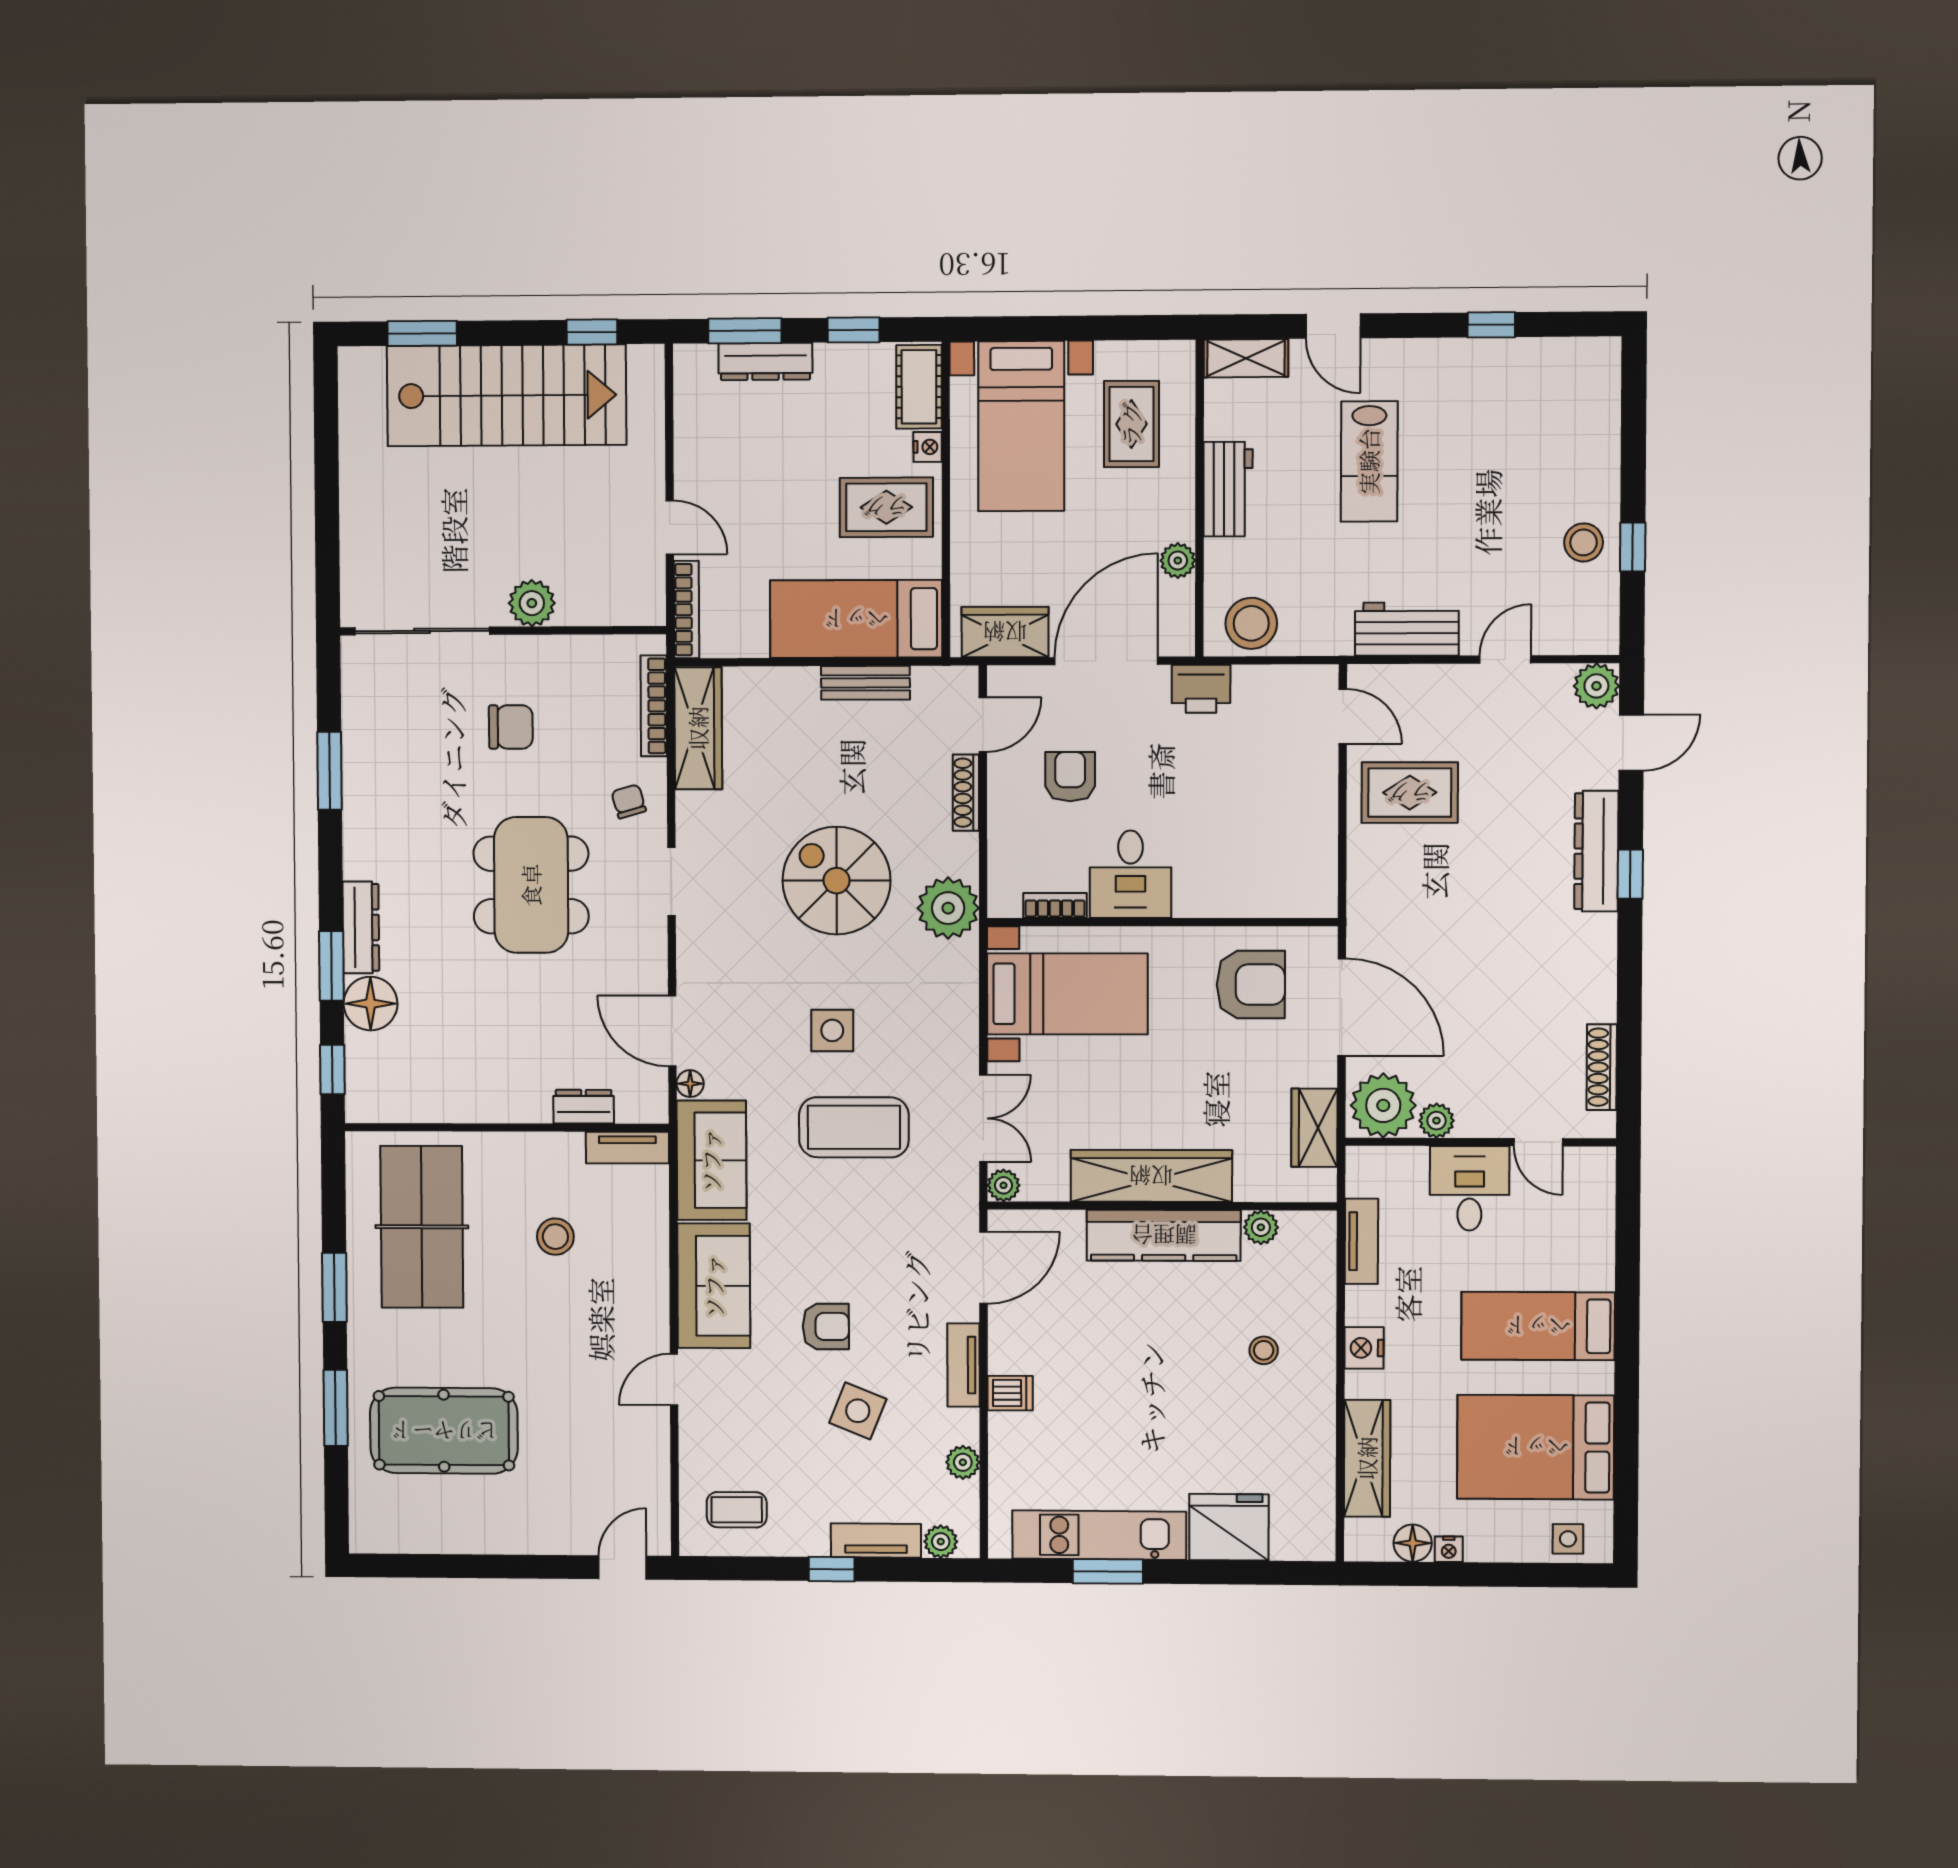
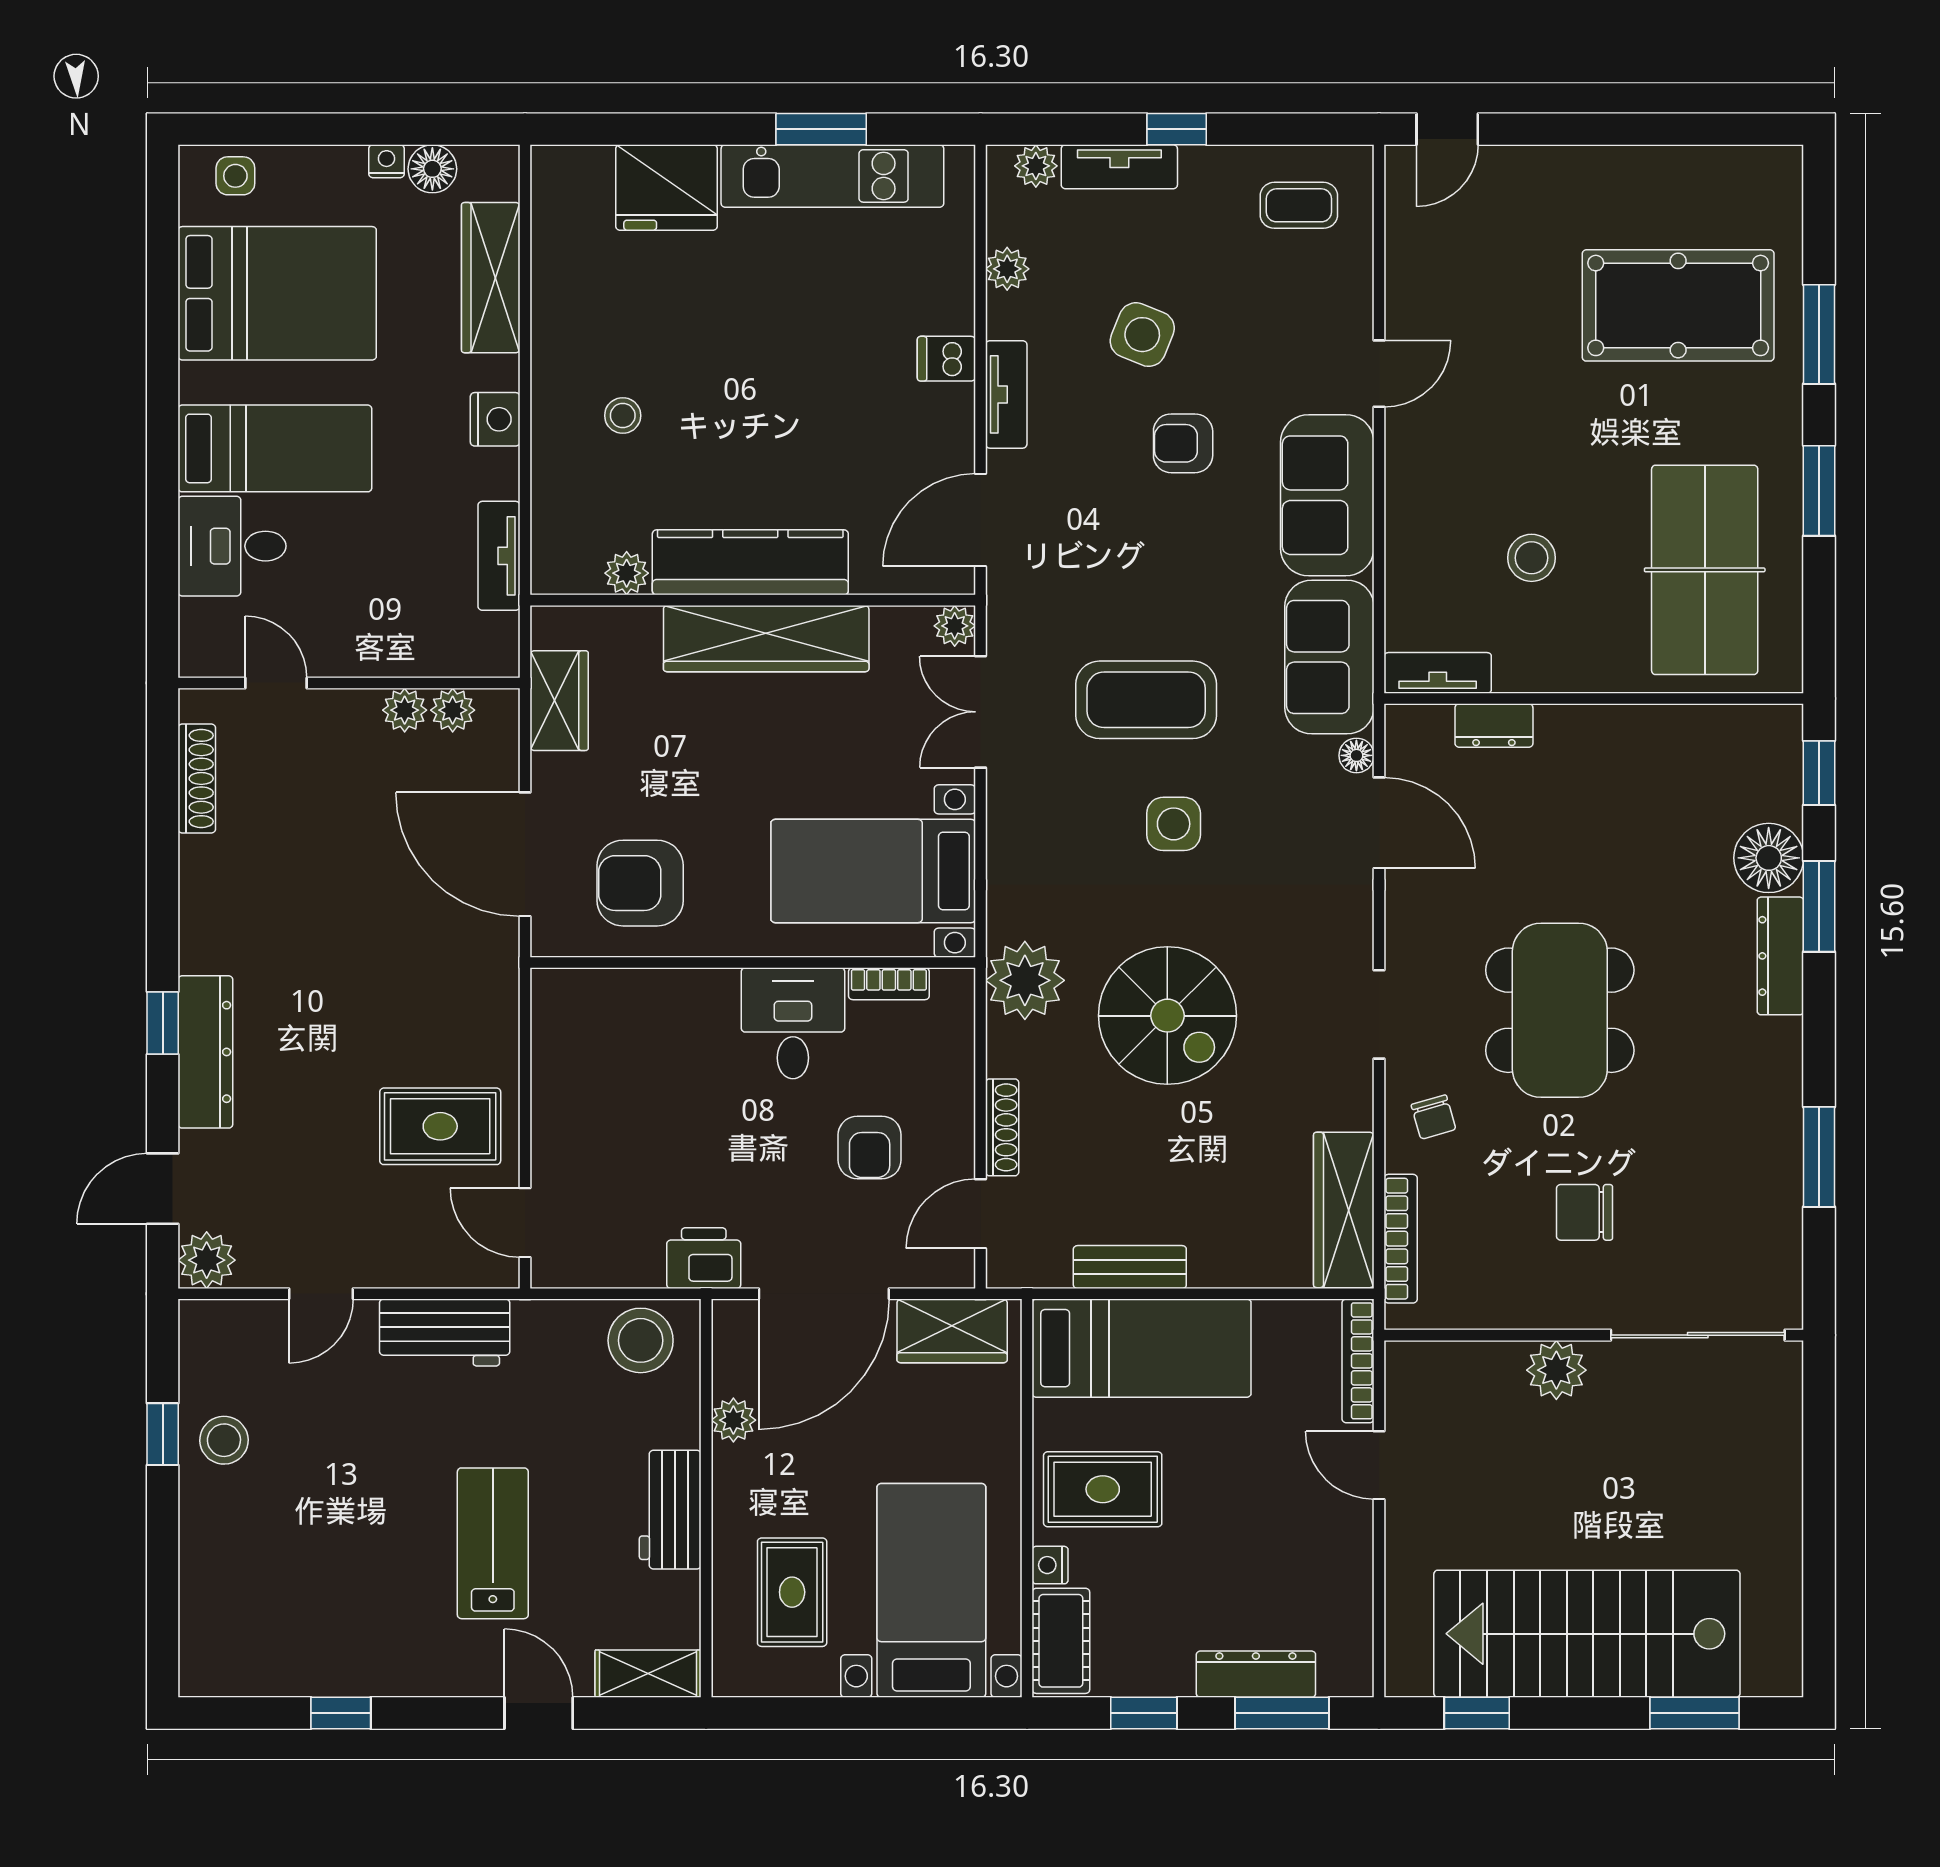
plant: (1383, 1105) -> (453, 710), width x0.53, depth x0.53
desk: (1469, 1188) -> (232, 546), moved, turned 90

